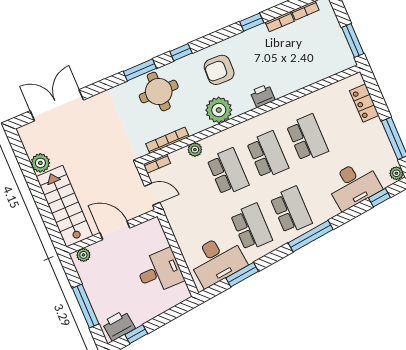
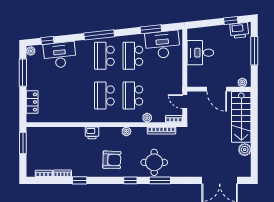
plant: (219, 110) -> (126, 131), width x0.53, depth x0.53
school desk: (307, 138) -> (76, 96), removed

